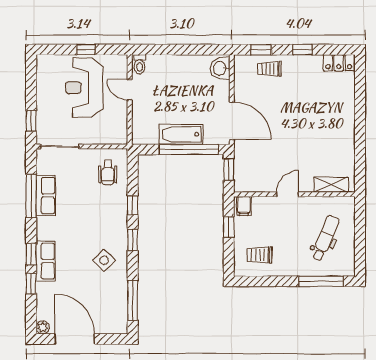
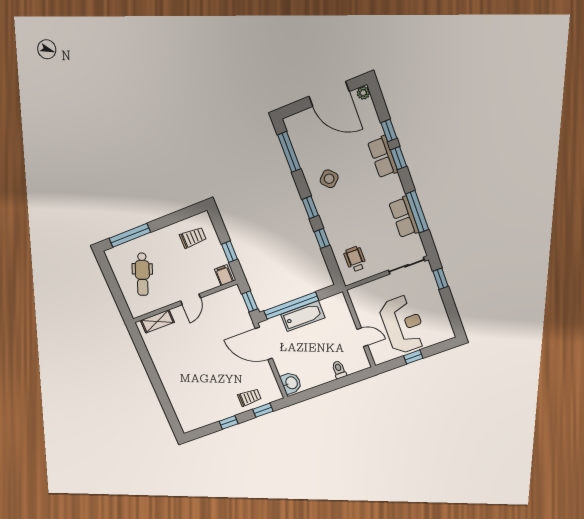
locker: (339, 63) -> (194, 423), removed
toilet: (140, 64) -> (339, 370), moved

